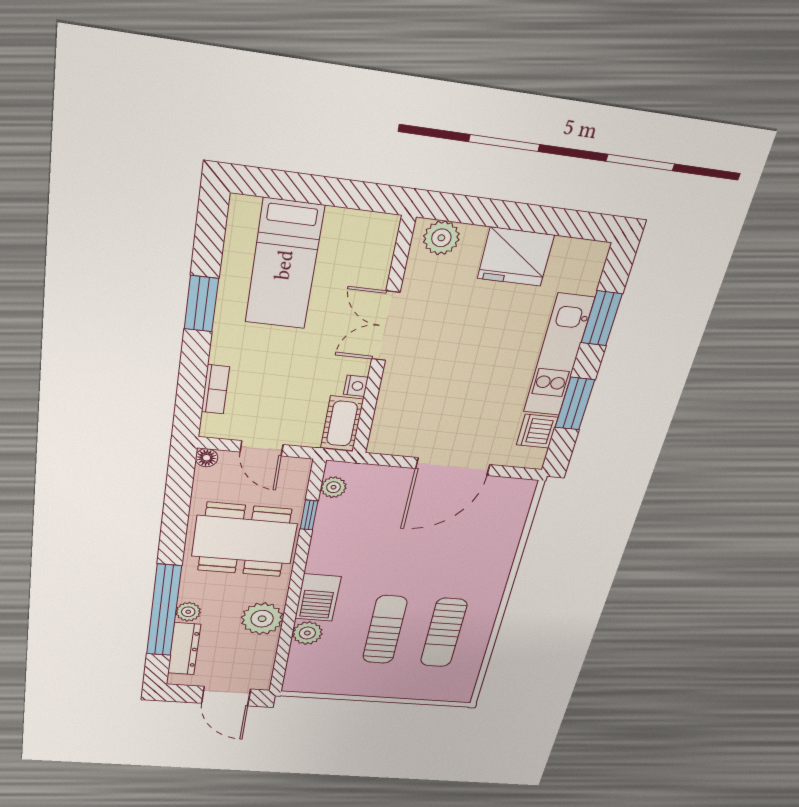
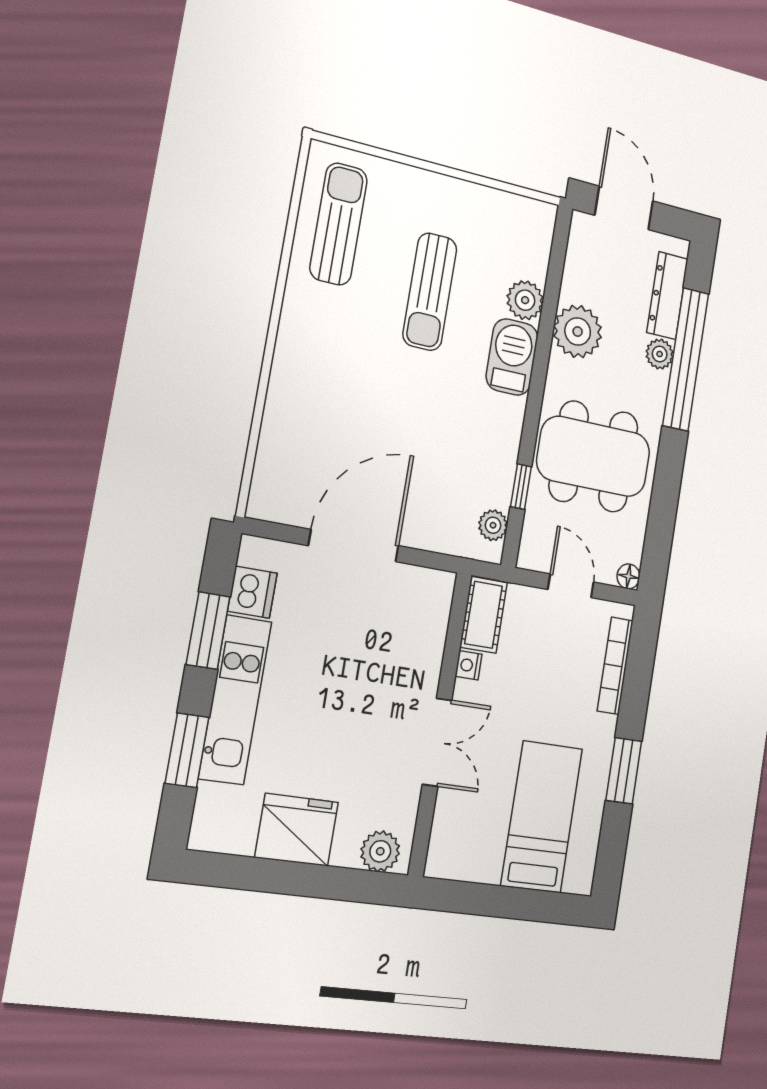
bookcase: (215, 389) -> (615, 666), width x1.56
sun lounger: (444, 633) -> (339, 224), moved

